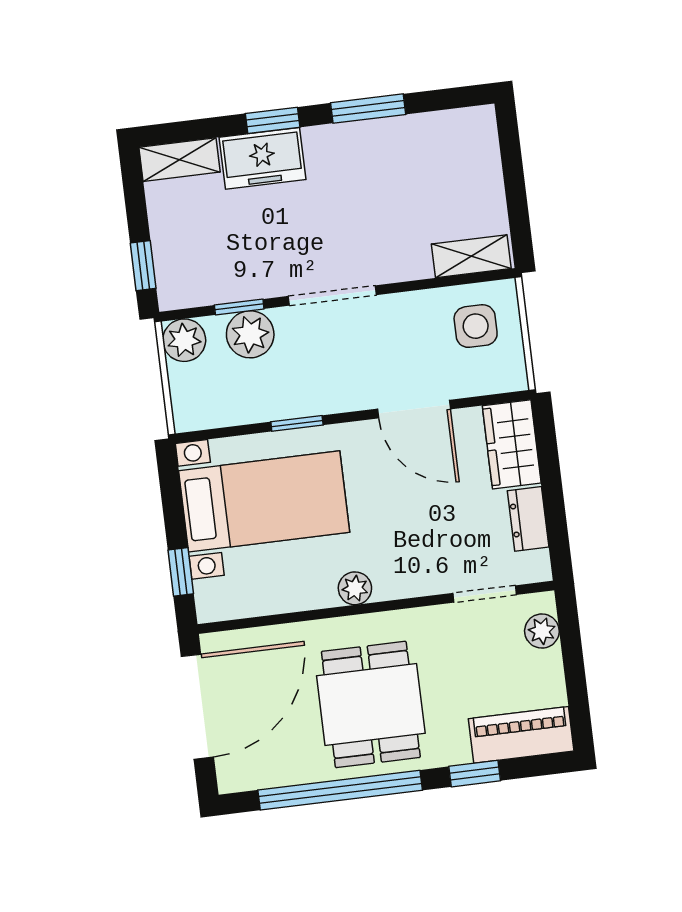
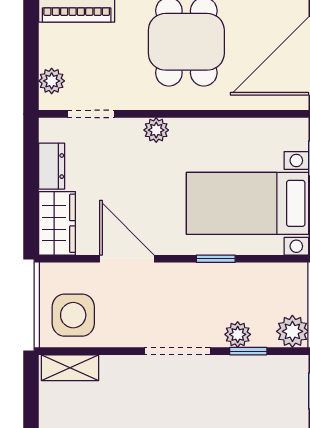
side table: (476, 326) -> (73, 315), width x1.37, depth x1.37
plant: (250, 334) -> (238, 334), width x0.73, depth x0.73
plant: (355, 588) -> (156, 130), moved

